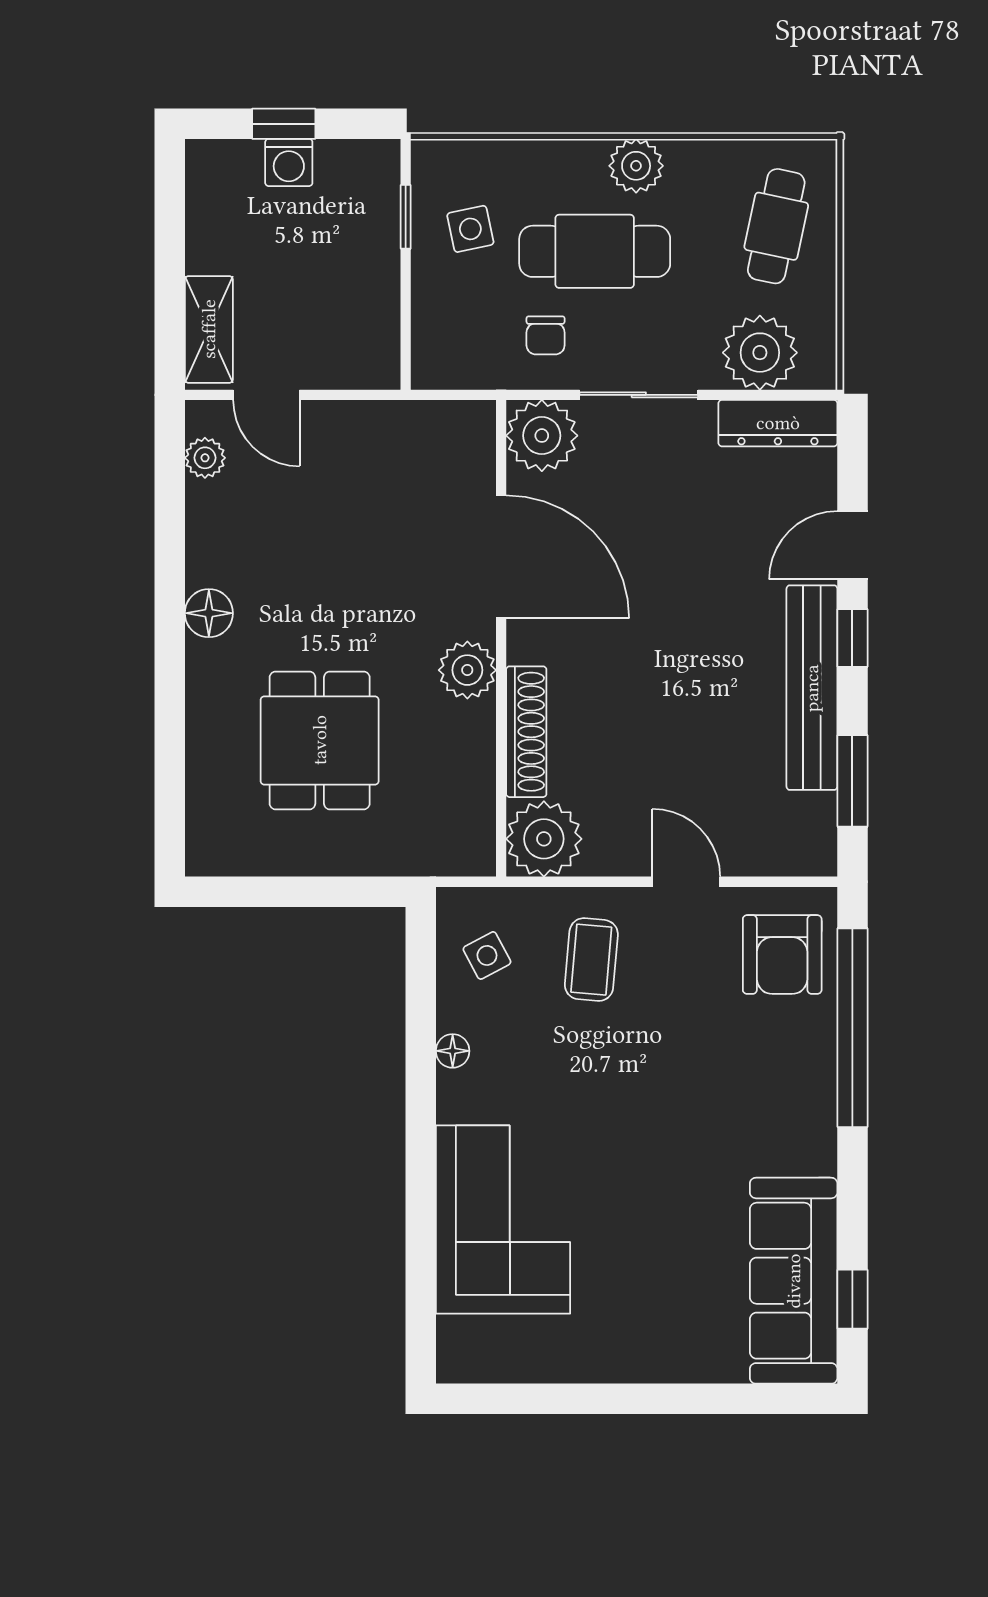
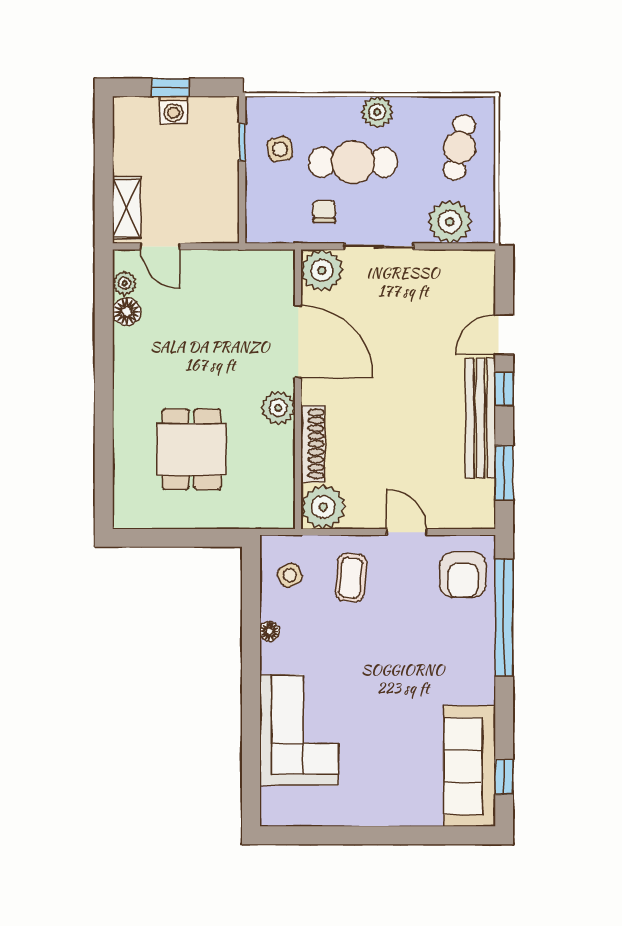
chair: (546, 335) -> (324, 212), turned 180
dresser: (778, 423) -> (460, 263), removed
floor lamp: (209, 613) -> (127, 312), moved

